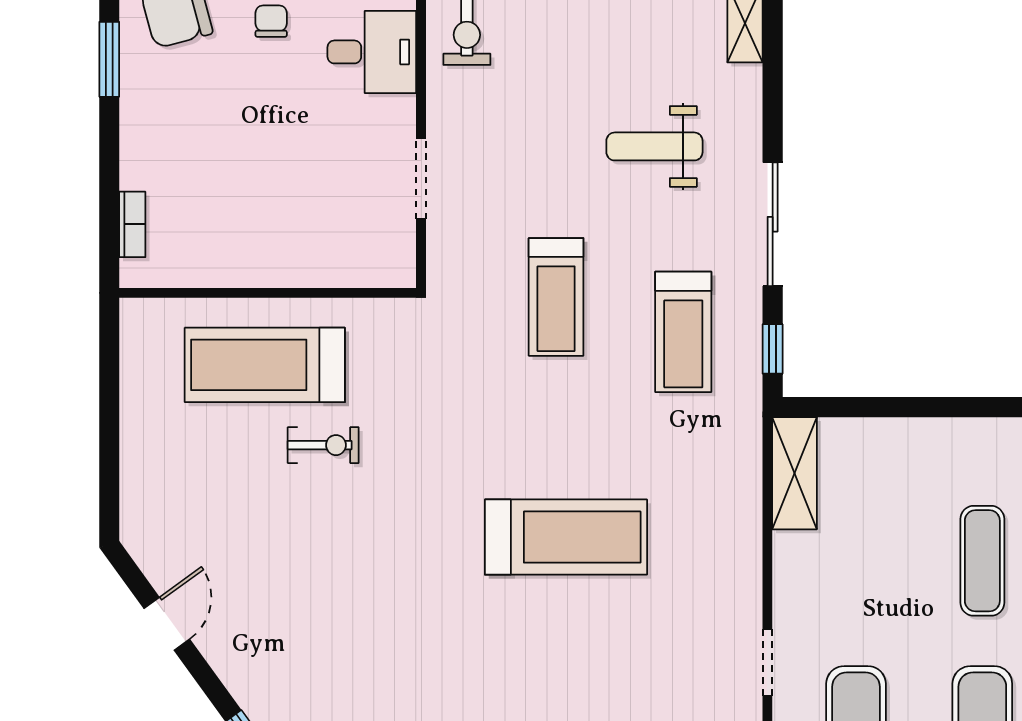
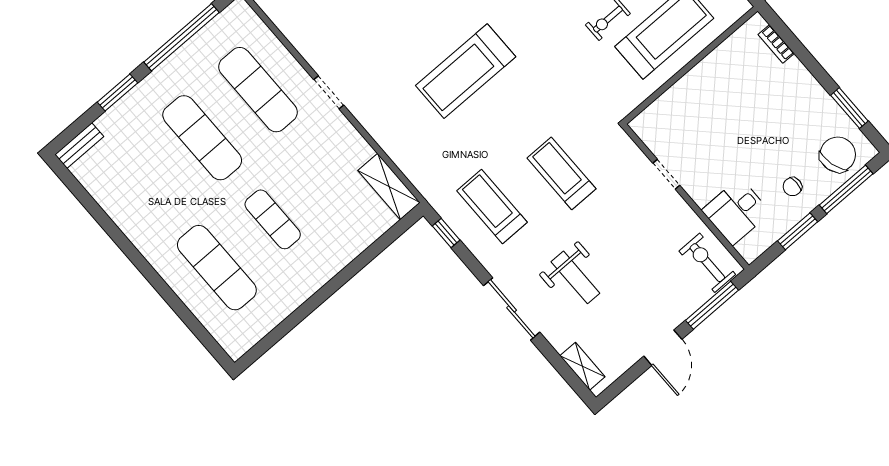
chair: (271, 21) -> (792, 187), turned 90
weight bench: (654, 146) -> (575, 277), turned 90
doorway: (421, 179) -> (666, 174), width x0.73
sliding door: (773, 224) -> (512, 309), moved

